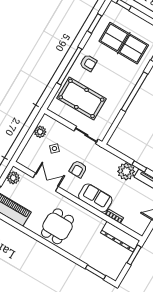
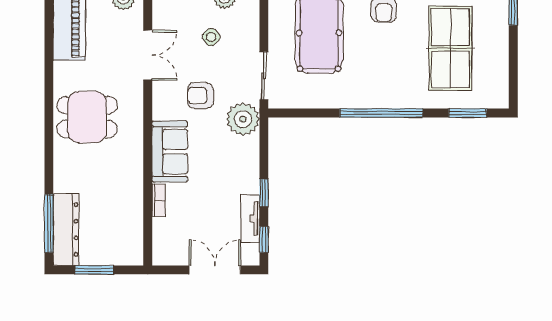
plant: (126, 171) -> (243, 119), moved
dresser: (120, 237) -> (66, 230), moved, turned 180
window: (134, 255) -> (95, 270), moved
window: (95, 272) -> (49, 223), width x1.44

